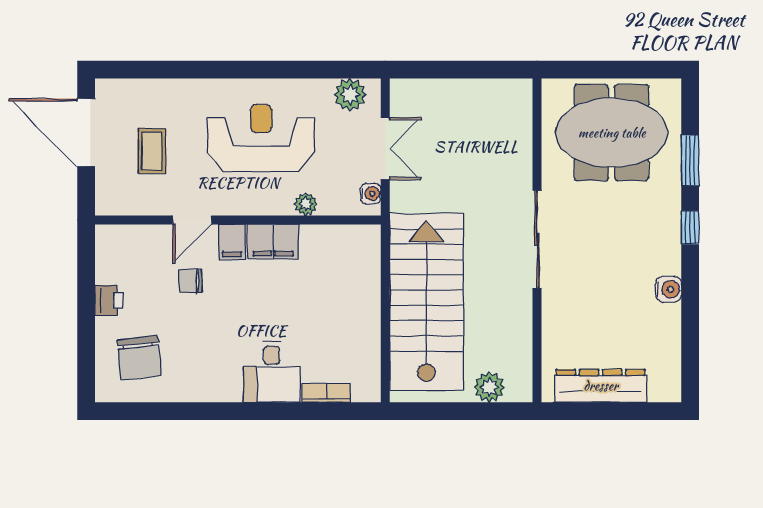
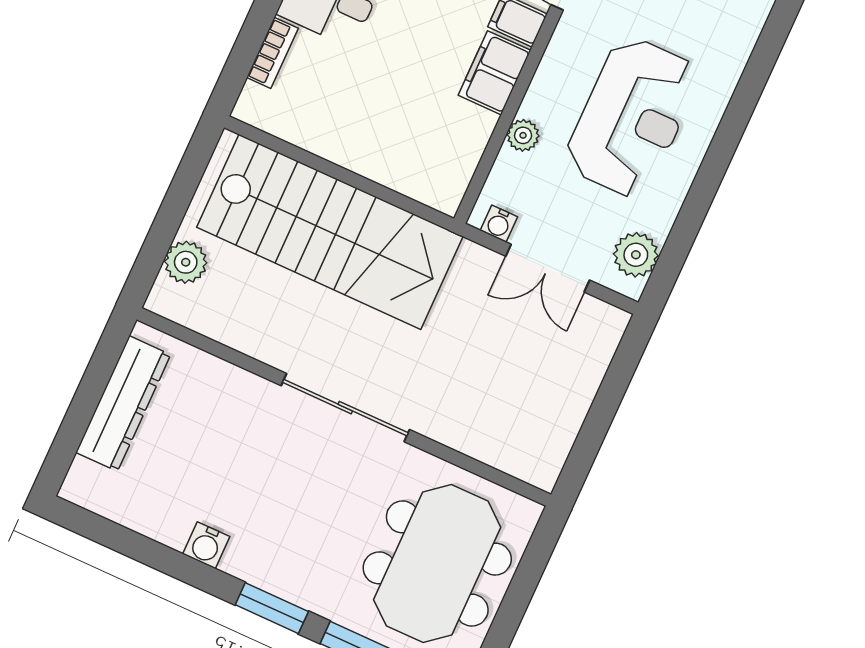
window: (690, 228) -> (272, 608), width x1.50

